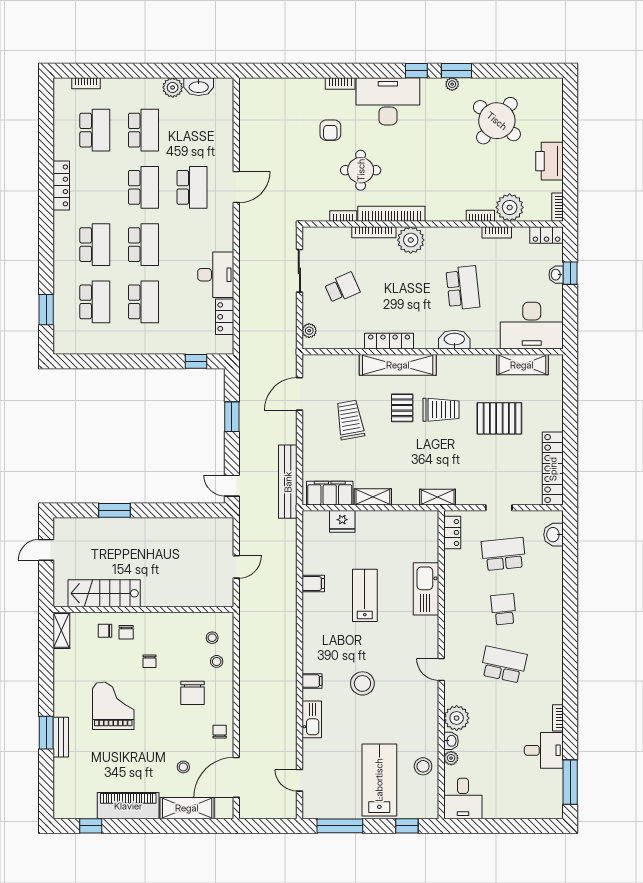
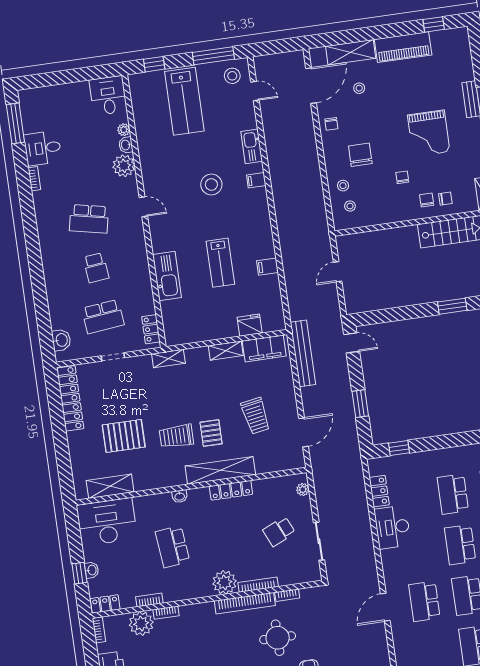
washbasin: (454, 340) -> (180, 496), width x0.52, depth x0.69
stool: (423, 766) -> (232, 76), moved

